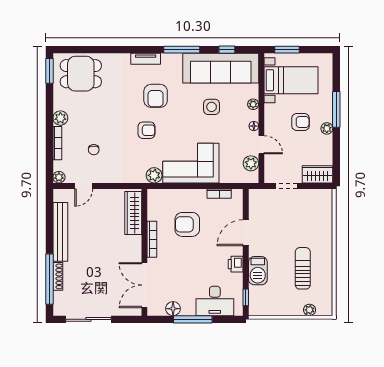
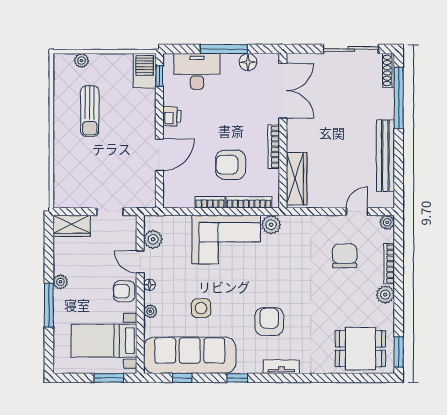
window: (182, 50) -> (237, 378), width x0.46
armchair: (300, 122) -> (124, 291), moved
armchair: (146, 130) -> (280, 280), removed
chair: (94, 150) -> (345, 256), width x1.87, depth x1.87
bookcase: (172, 194) -> (249, 202), added
bookcase: (219, 194) -> (210, 202), moved
armchair: (187, 224) -> (231, 165), turned 180
barbecue: (258, 271) -> (145, 71), moved
shoe rack: (58, 276) -> (388, 70), moved

